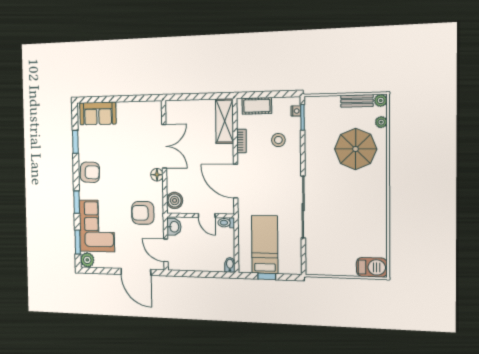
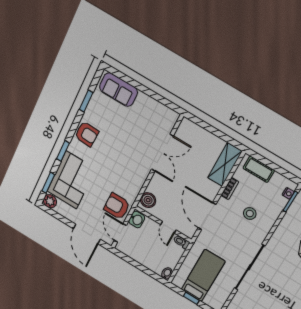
stool: (278, 140) -> (250, 213), moved
floor lamp: (157, 175) -> (144, 171), removed
armchair: (143, 213) -> (117, 206), moved

